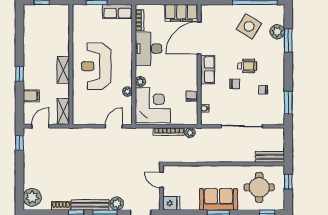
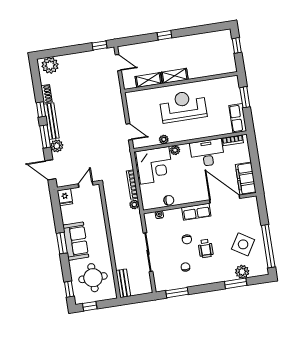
filing cabinet: (31, 96) -> (146, 50), removed
shelving: (63, 111) -> (149, 80), moved
window: (288, 182) -> (90, 306), moved

